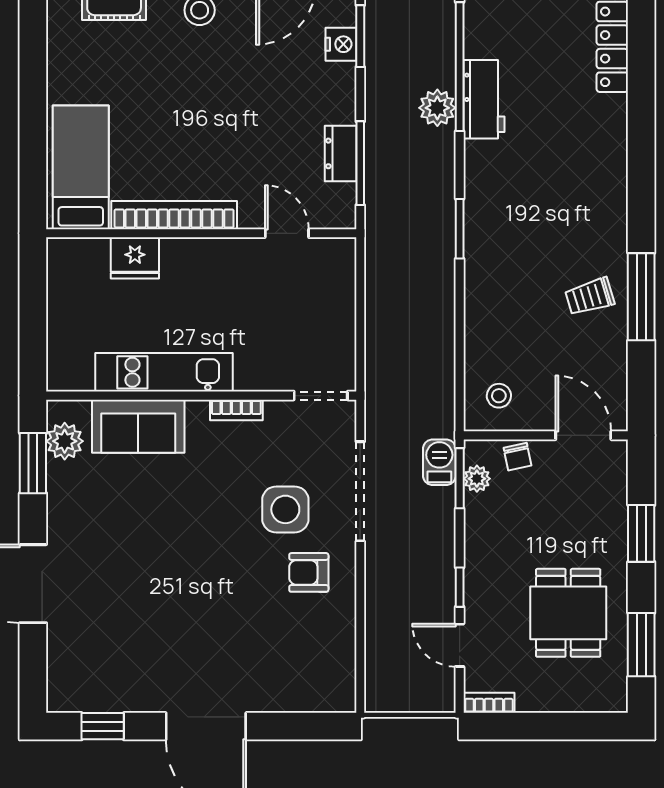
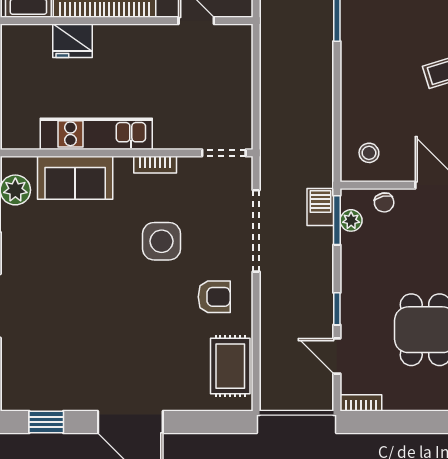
side table: (285, 509) -> (162, 241), moved
armchair: (309, 572) -> (214, 297), turned 180
rug: (329, 657) -> (230, 366), added

